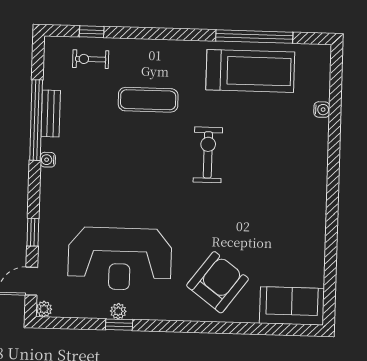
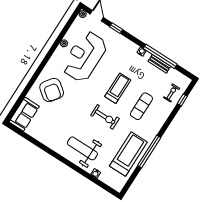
window: (254, 37) -> (149, 152), moved
treadmill: (250, 71) -> (128, 154), turned 180
weight bench: (291, 161) -> (82, 148), added
treadmill: (141, 163) -> (118, 88), added
window: (119, 325) -> (58, 40), removed

